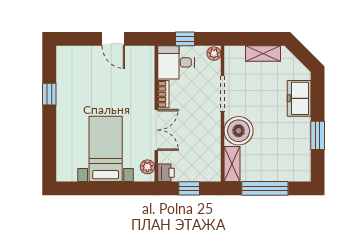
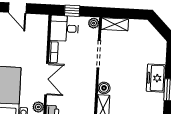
shelving: (263, 54) -> (115, 24), moved
freezer: (299, 98) -> (156, 78), moved
boiler: (239, 131) -> (104, 88), width x0.54, depth x0.54

